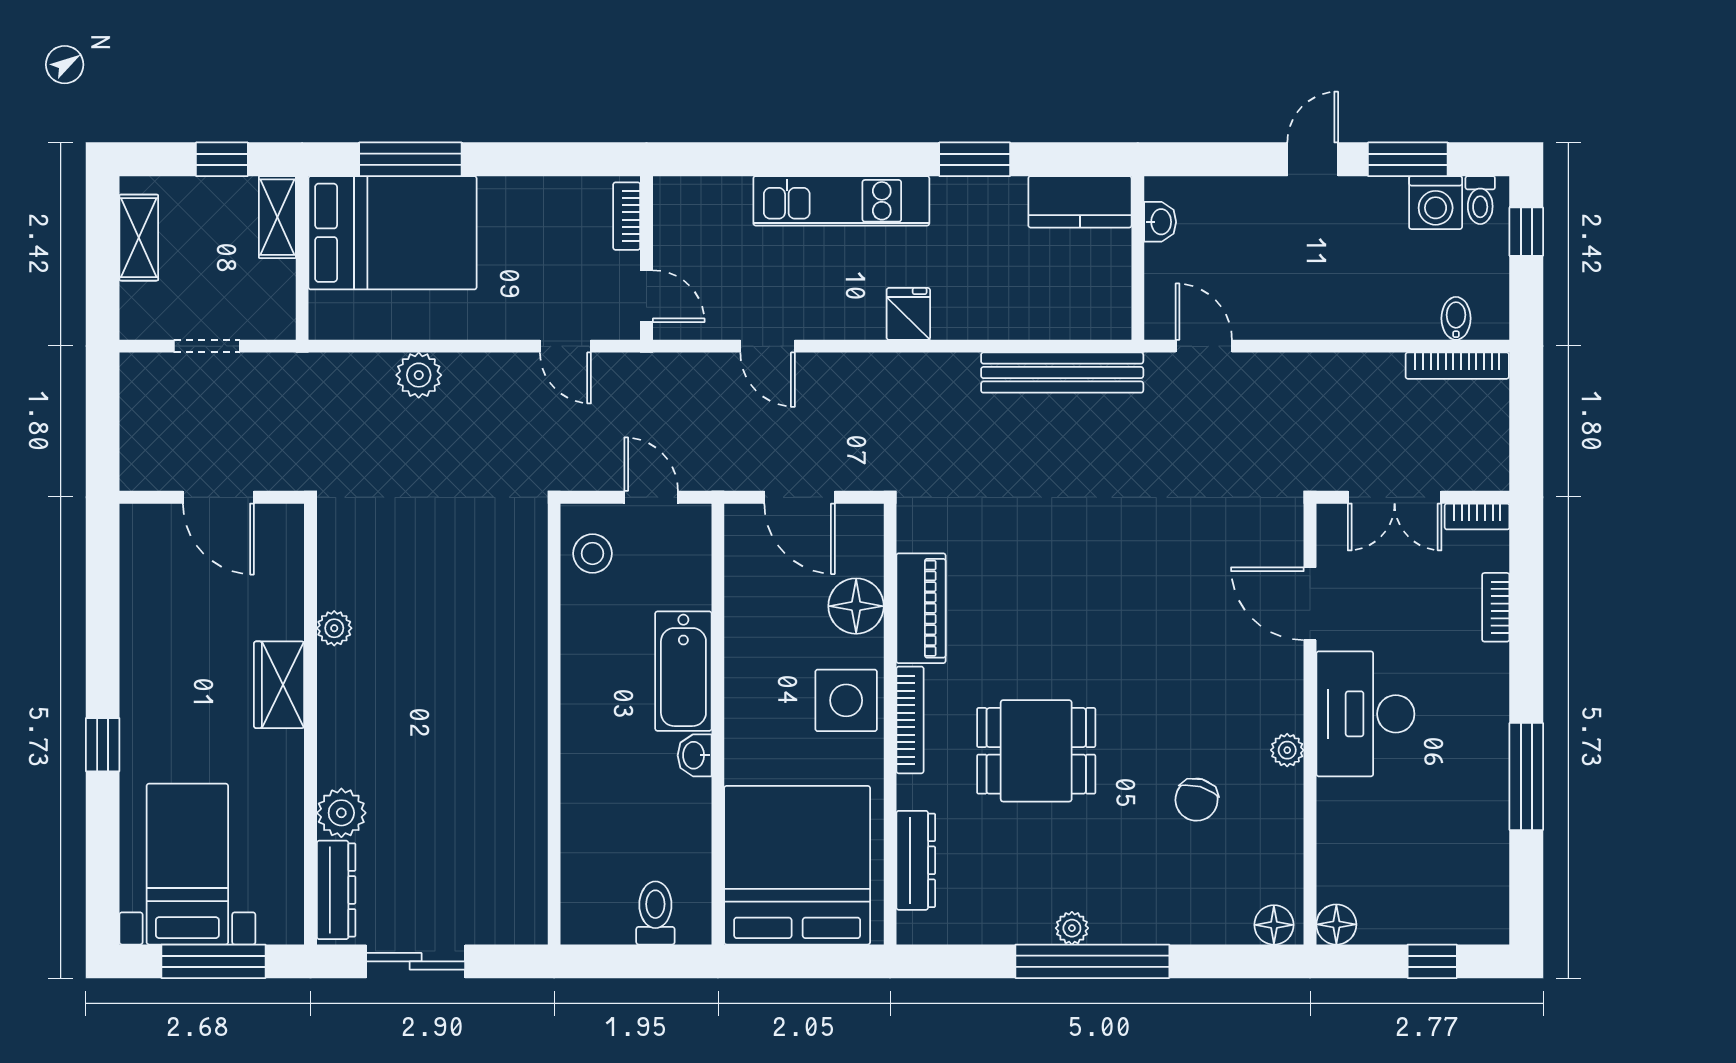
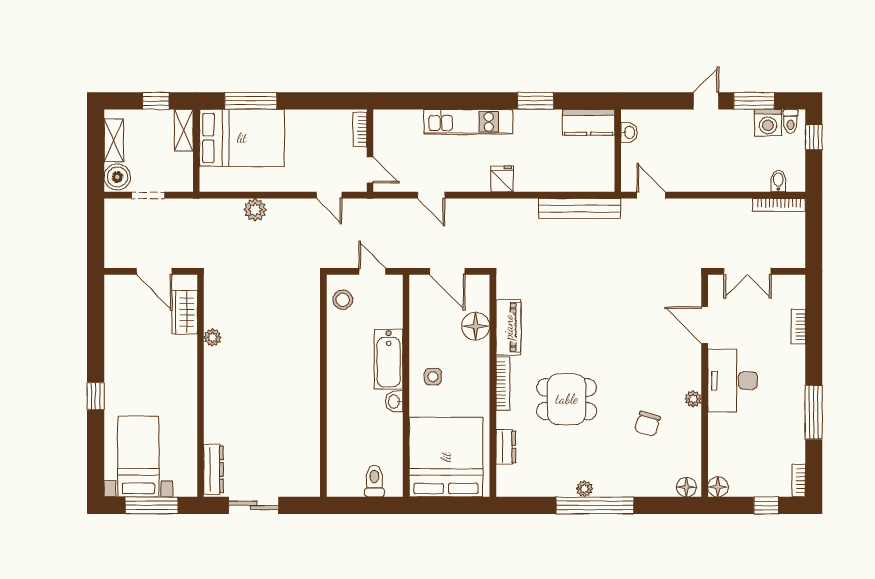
boiler: (146, 310) -> (117, 177), added
bookcase: (1477, 517) -> (799, 481), moved, turned 90
wardrobe: (279, 685) -> (185, 312), moved
side table: (846, 700) -> (433, 377), moved, width x0.54, depth x0.54
plant: (341, 813) -> (216, 431), removed
dresser: (916, 860) -> (506, 447), width x0.70

